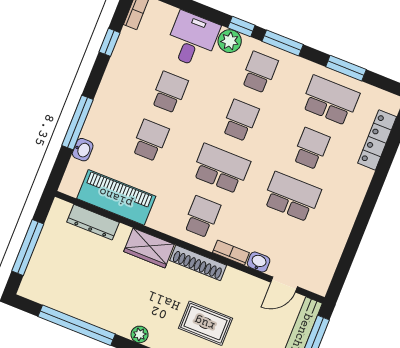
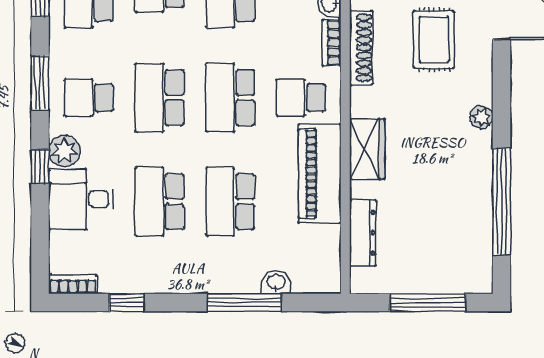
window: (241, 27) -> (40, 167), moved
school desk: (169, 92) -> (159, 202), width x1.85
school desk: (240, 120) -> (159, 98), width x1.85
school desk: (150, 140) -> (230, 202), width x1.85
piano: (116, 197) -> (319, 174), moved
shoe rack: (198, 263) -> (361, 48), moved

